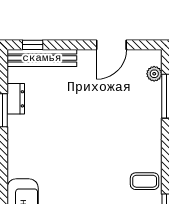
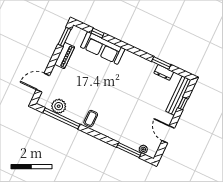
window: (33, 45) -> (183, 103), moved

